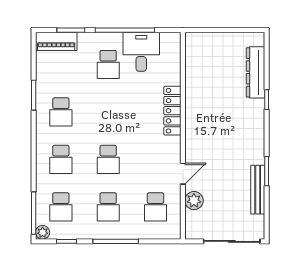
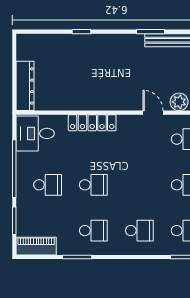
piano: (56, 41) -> (36, 246), moved, turned -90
desk: (141, 52) -> (35, 133), moved
dresser: (255, 72) -> (25, 86), moved, turned -90
school desk: (108, 159) -> (93, 185), moved

